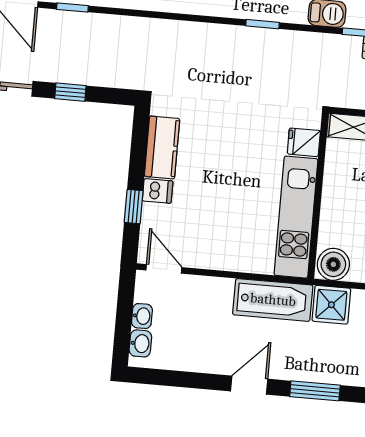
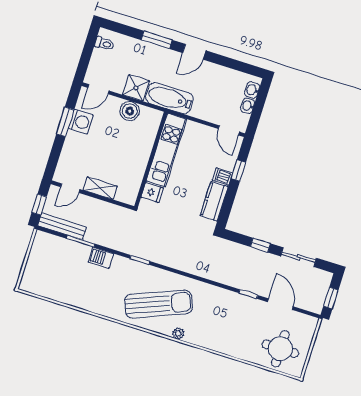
fridge: (304, 142) -> (152, 193), moved
wall: (318, 196) -> (151, 160), moved
kitchen unit: (296, 217) -> (166, 150), moved

